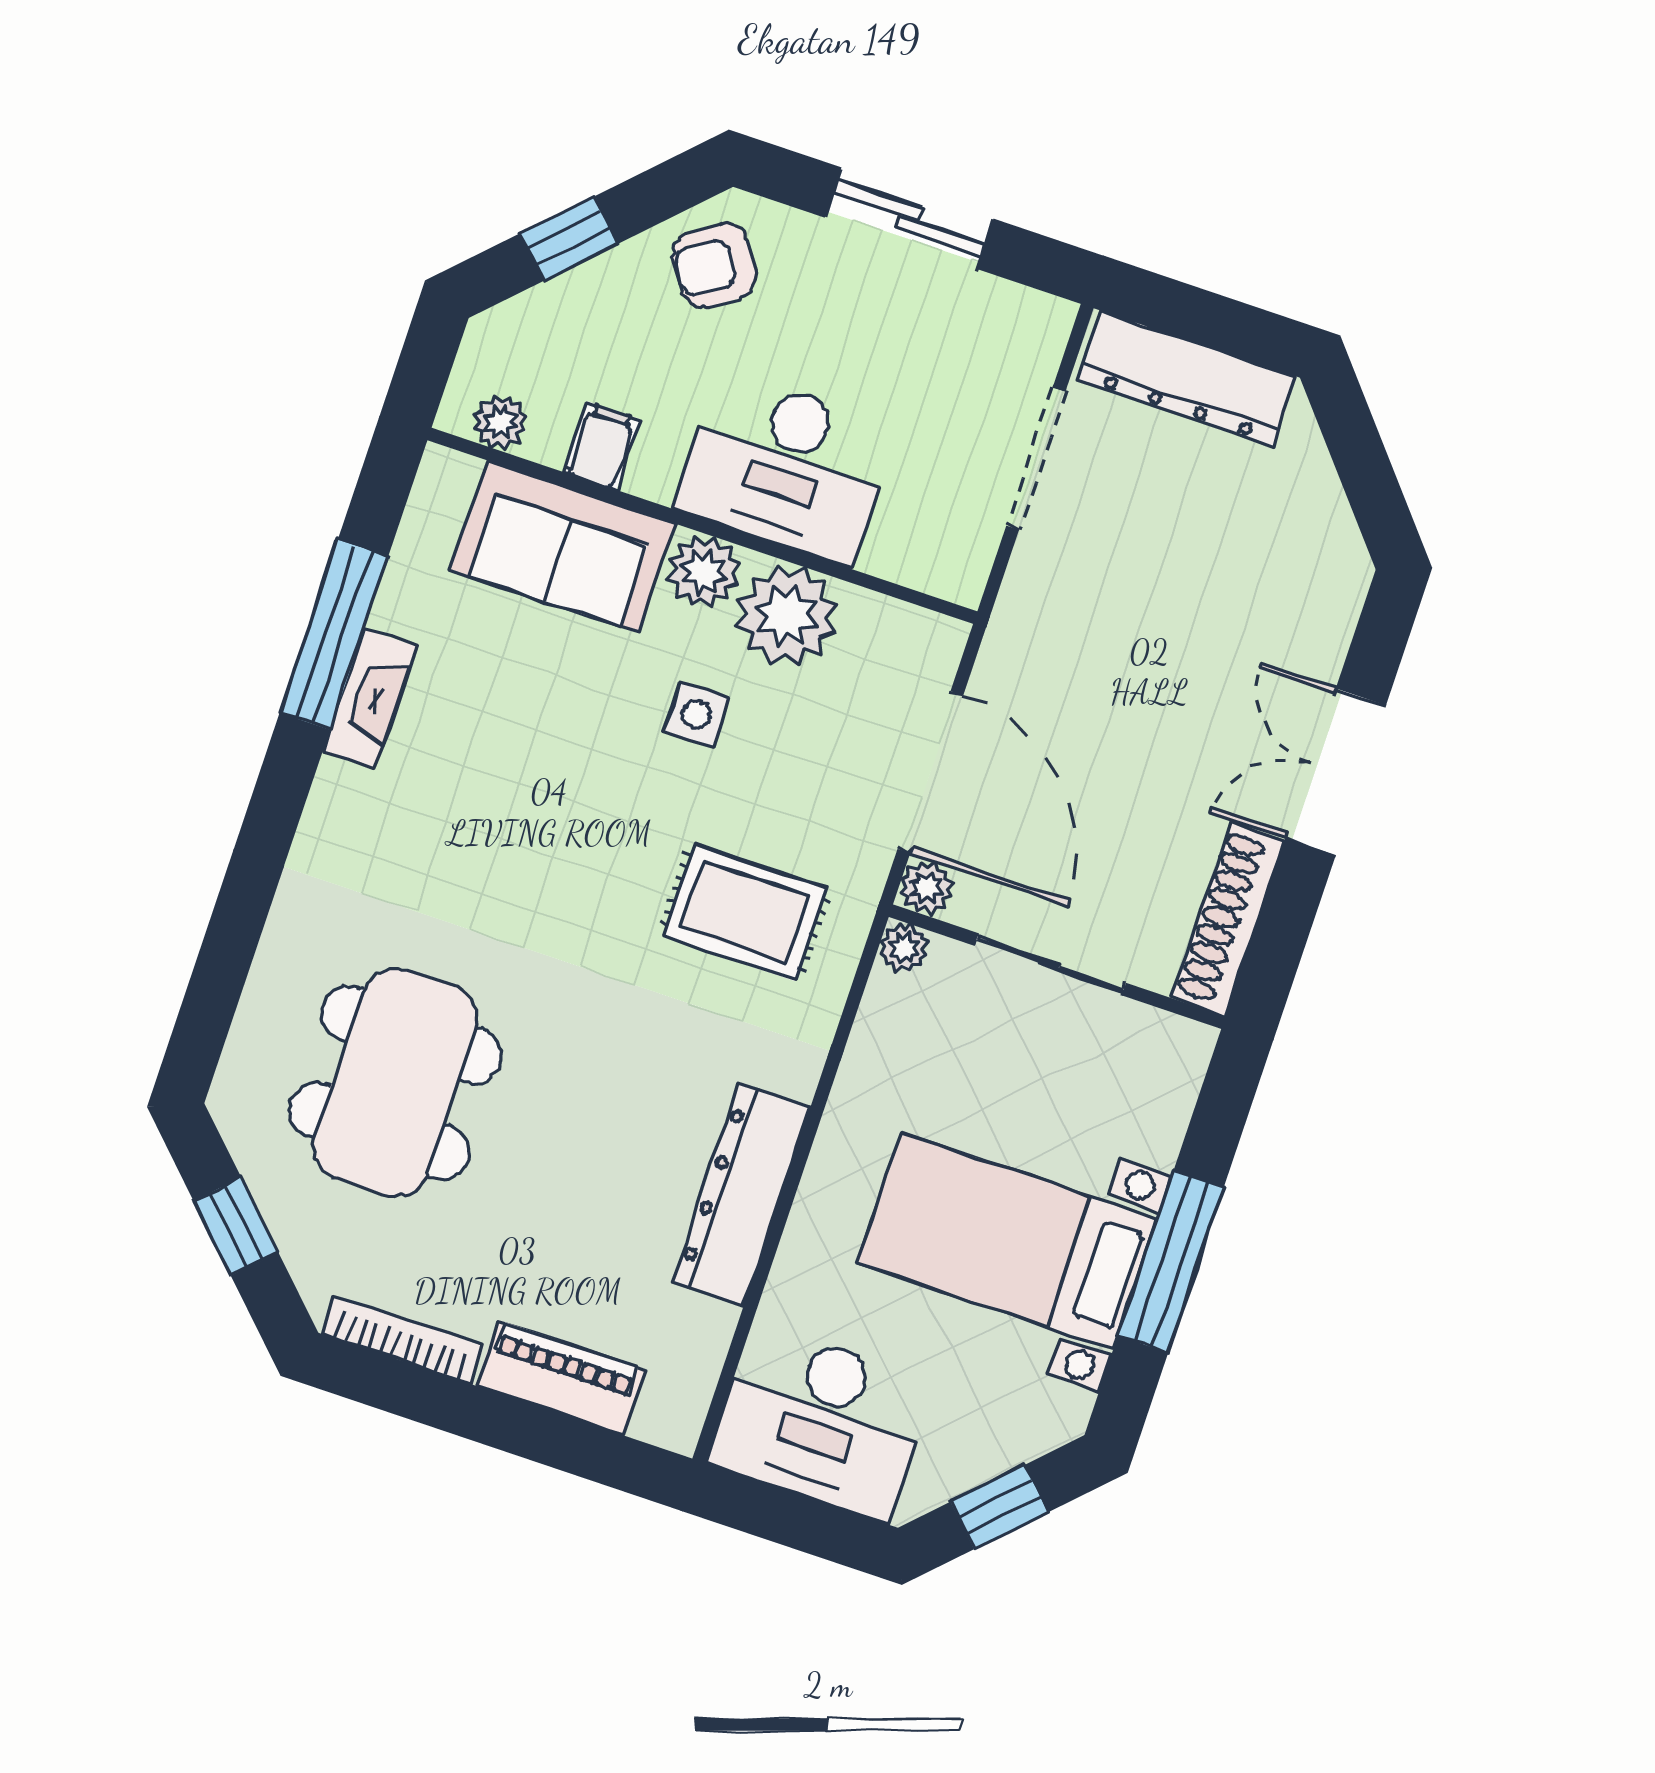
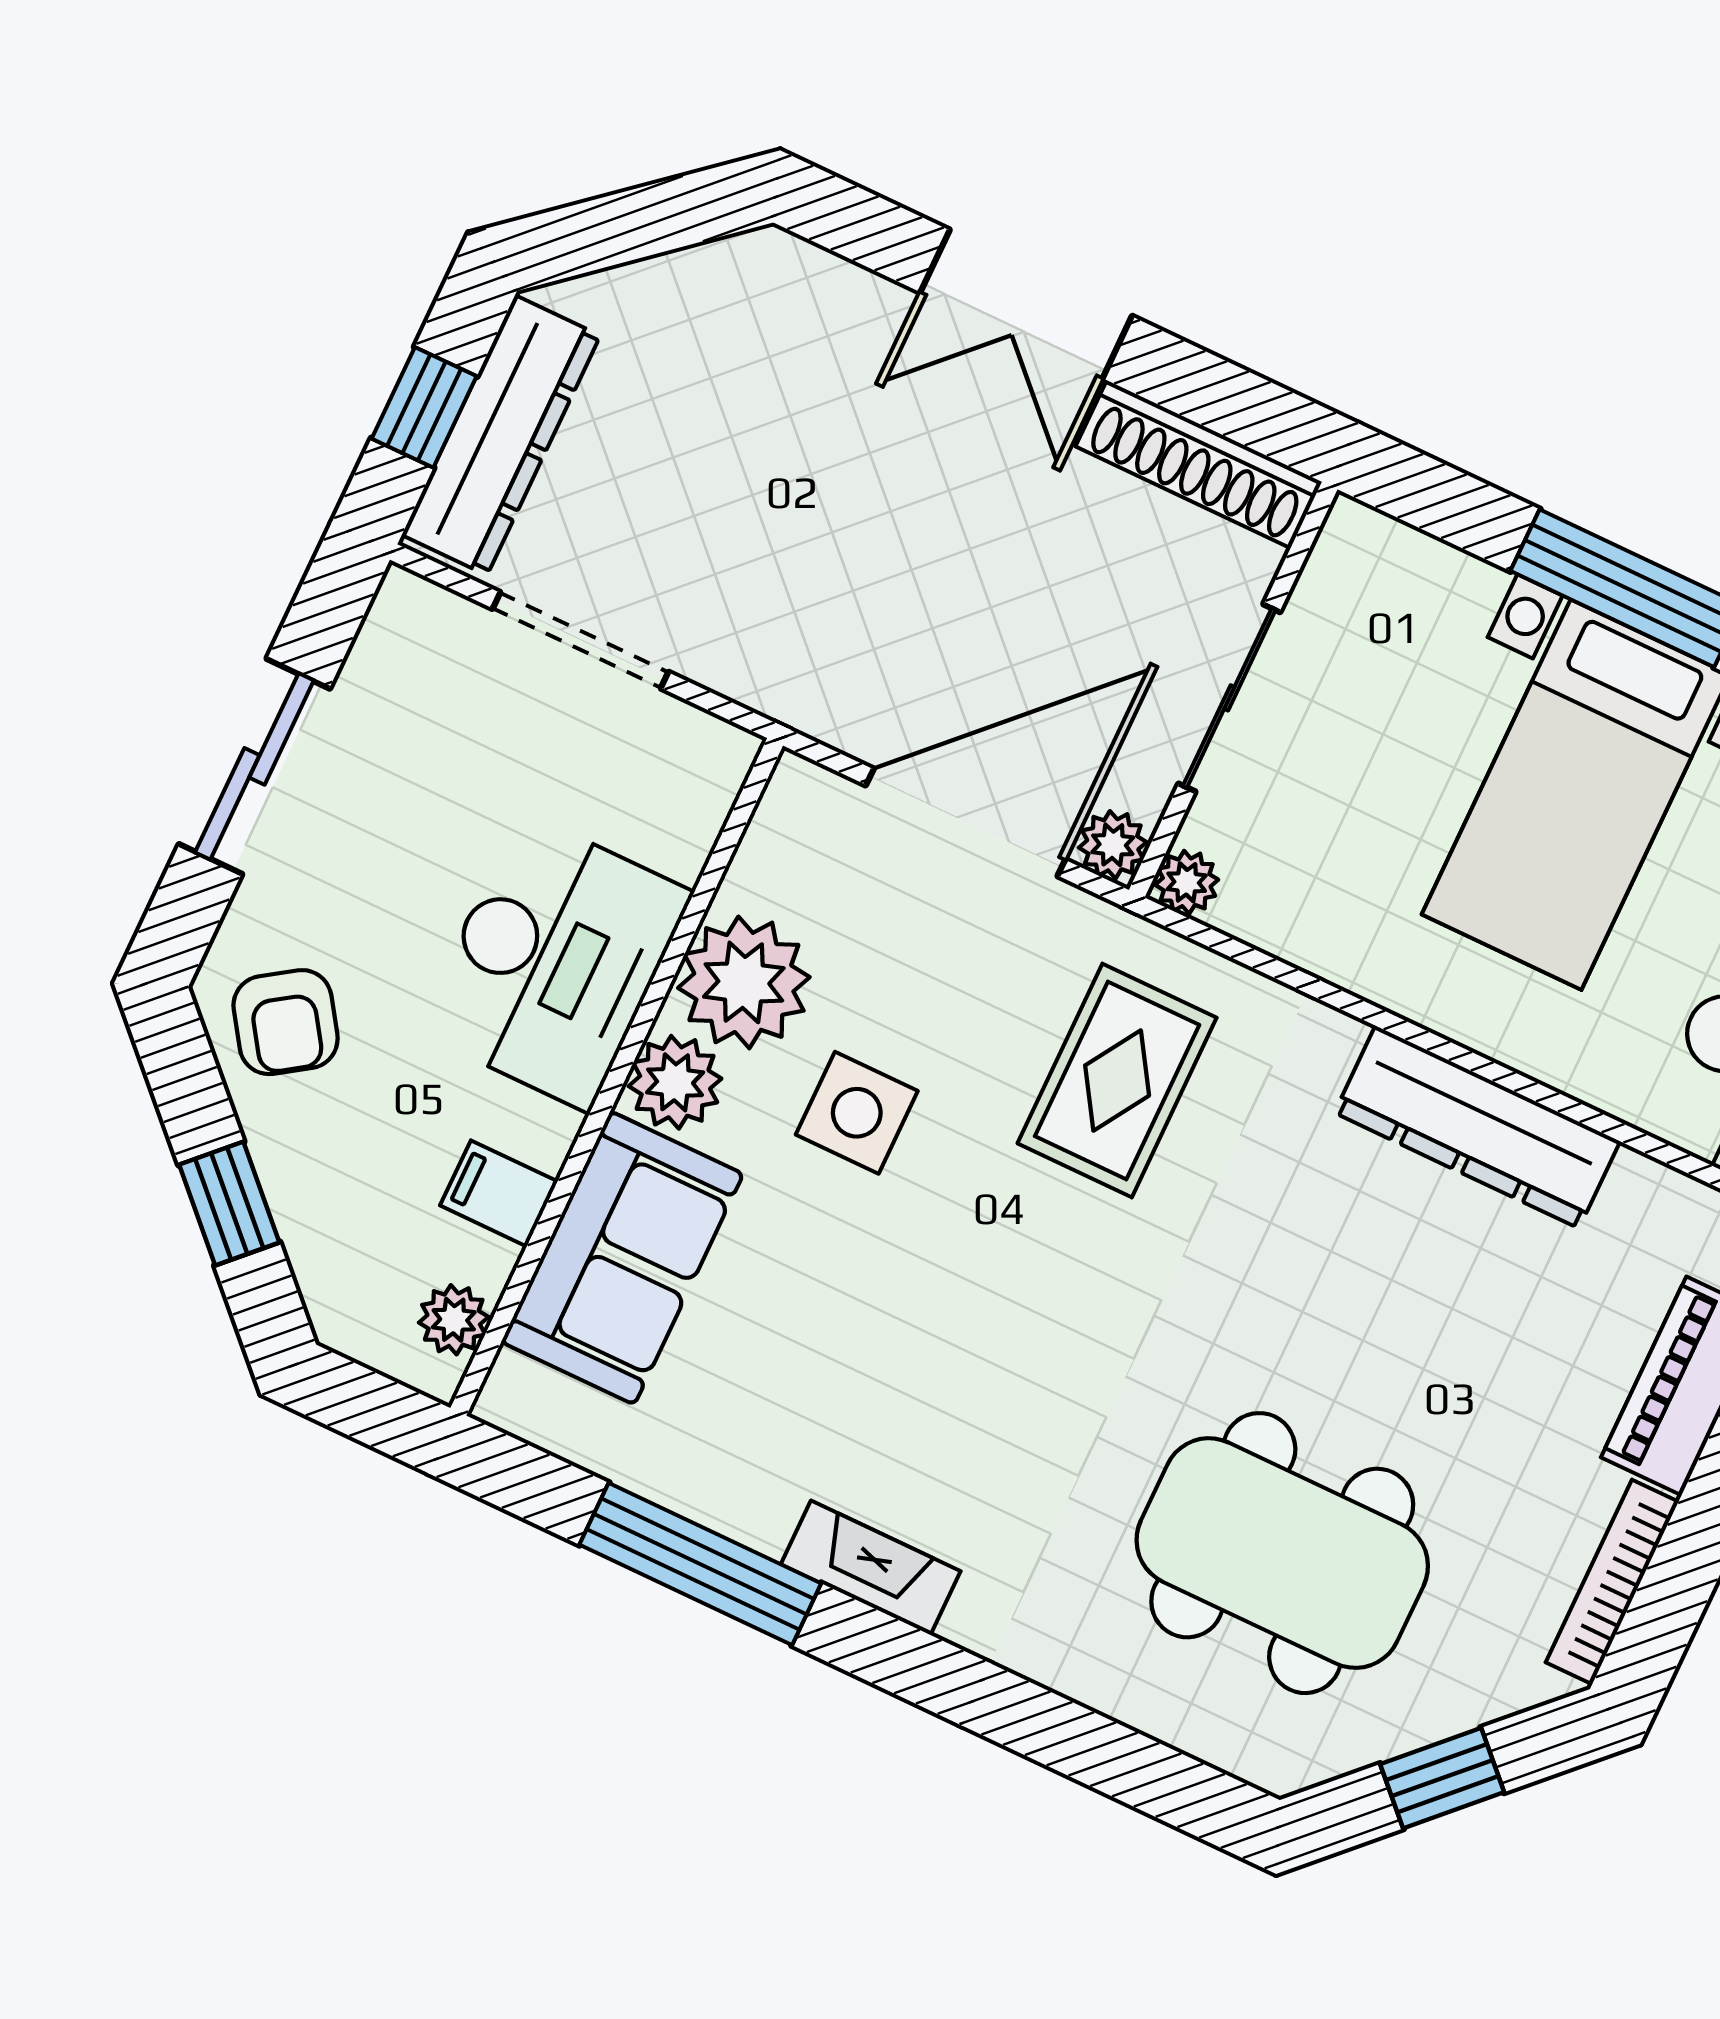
window: (1201, 317) -> (424, 407), added
fireplace: (369, 698) -> (871, 1568), moved
side table: (696, 714) -> (857, 1113), width x1.37, depth x1.37

